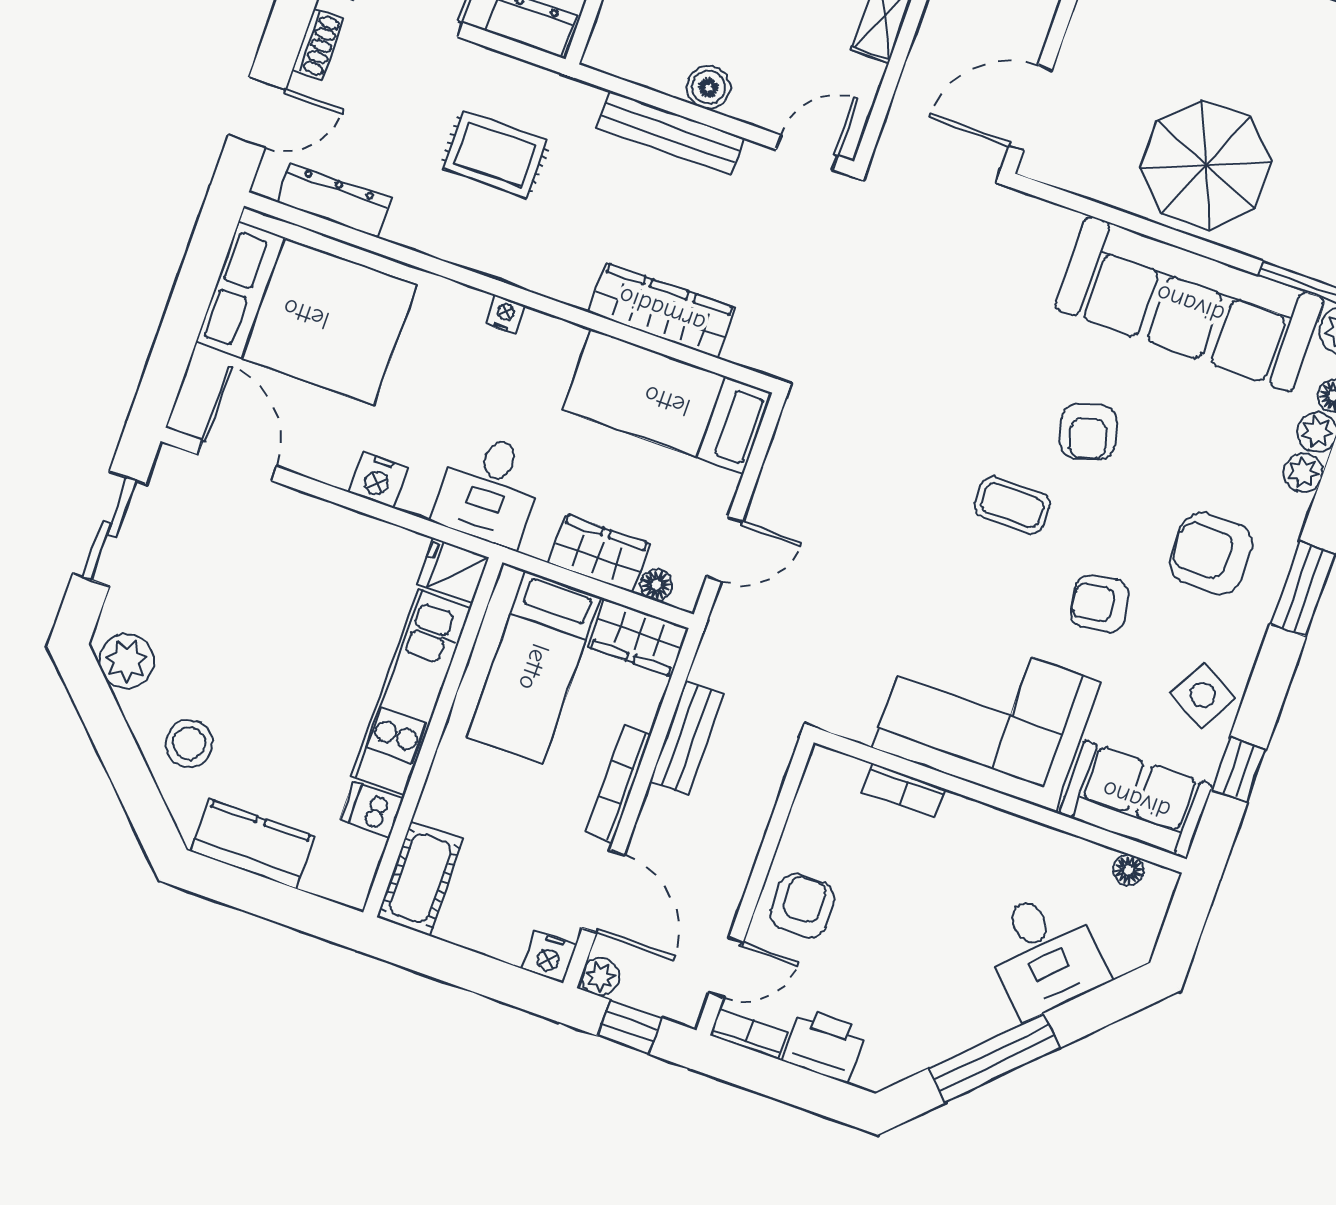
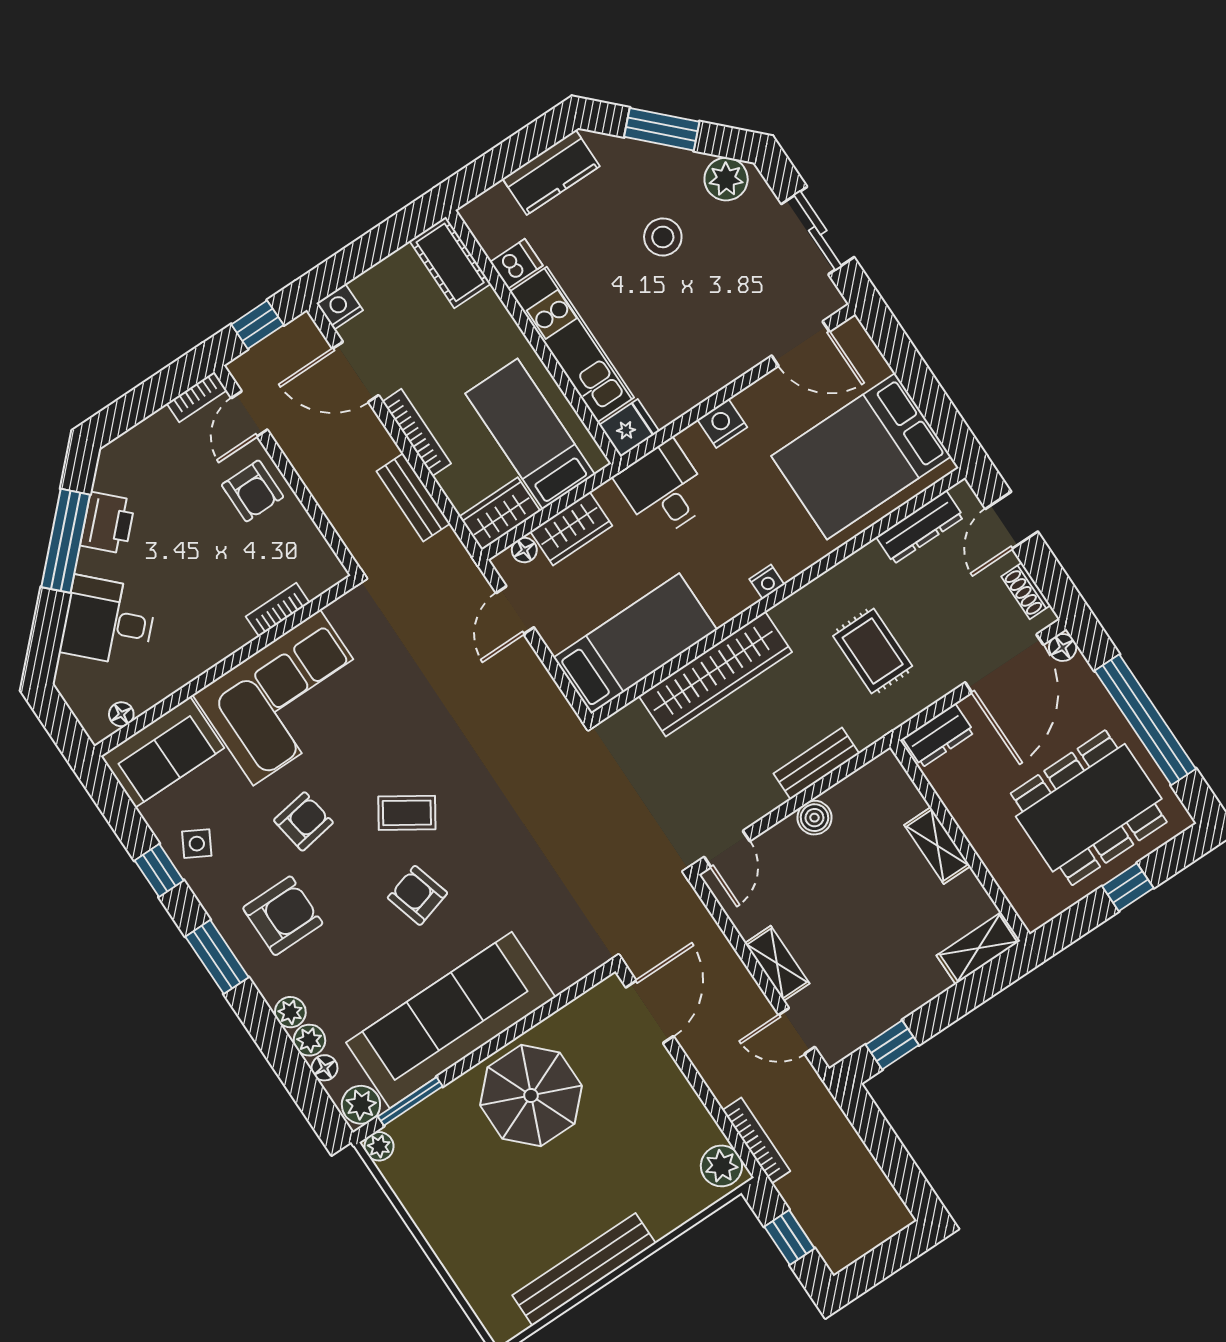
bench: (670, 133) -> (816, 764), width x0.73
rug: (495, 155) -> (873, 651), turned 90
wardrobe: (662, 310) -> (715, 674), width x1.40, depth x1.17
coffee table: (1012, 505) -> (407, 813), turned 33
side table: (1203, 695) -> (197, 844), width x0.73, depth x0.73
stool: (189, 743) -> (663, 237), moved
window: (125, 764) -> (662, 129), added
window: (1239, 770) -> (159, 870), moved
plant: (600, 977) -> (303, 330), removed
printer: (825, 1045) -> (108, 523), moved, turned -45

